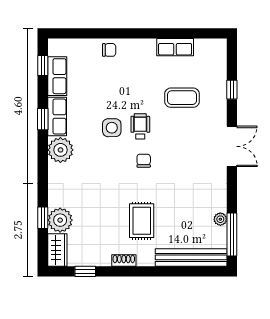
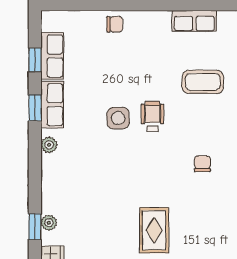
window: (43, 65) -> (35, 60), moved
plant: (60, 150) -> (49, 145), width x0.53, depth x0.53
chair: (144, 161) -> (202, 164), moved
plant: (60, 220) -> (49, 223), width x0.53, depth x0.53

